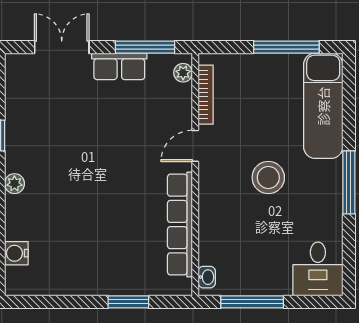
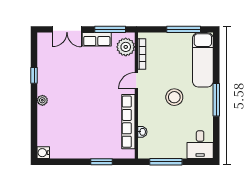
double door: (62, 47) -> (67, 29), swing flipped
plant: (183, 73) -> (126, 47), width x1.88, depth x1.88
water cooler: (16, 253) -> (43, 153), moved
washbasin: (207, 277) -> (142, 132), moved

